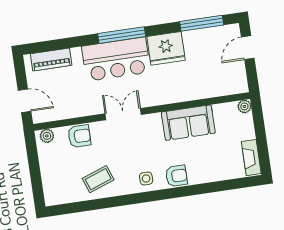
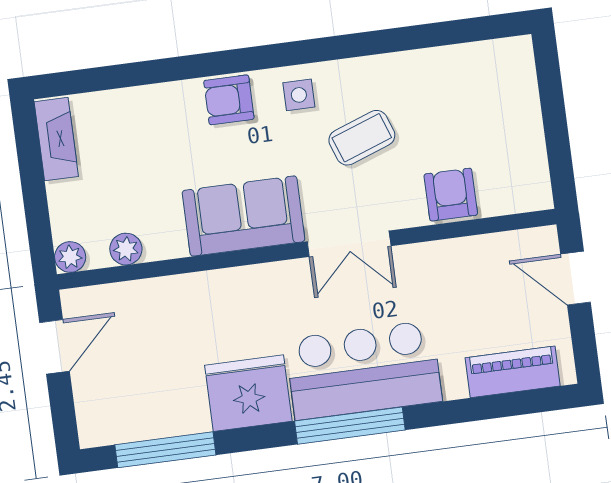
door: (248, 48) -> (55, 347), moved
sofa: (188, 123) -> (243, 216), moved
plant: (47, 136) -> (126, 249), moved
armchair: (79, 136) -> (451, 195), turned 90
coffee table: (98, 179) -> (362, 138), moved

